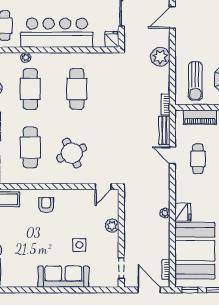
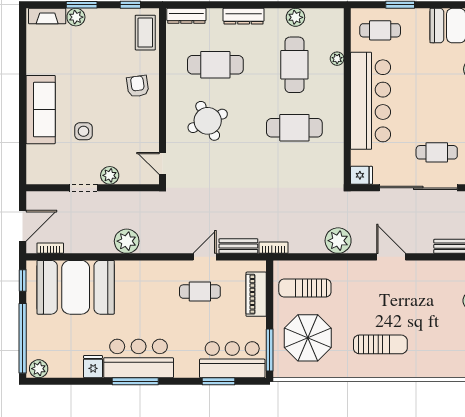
cafe table: (30, 89) -> (294, 65), turned 90
armchair: (46, 205) -> (138, 86), turned -98
fridge: (183, 212) -> (128, 271), removed
plant: (165, 213) -> (127, 241), width x1.88, depth x1.88
doorway: (121, 268) -> (83, 188), moved

